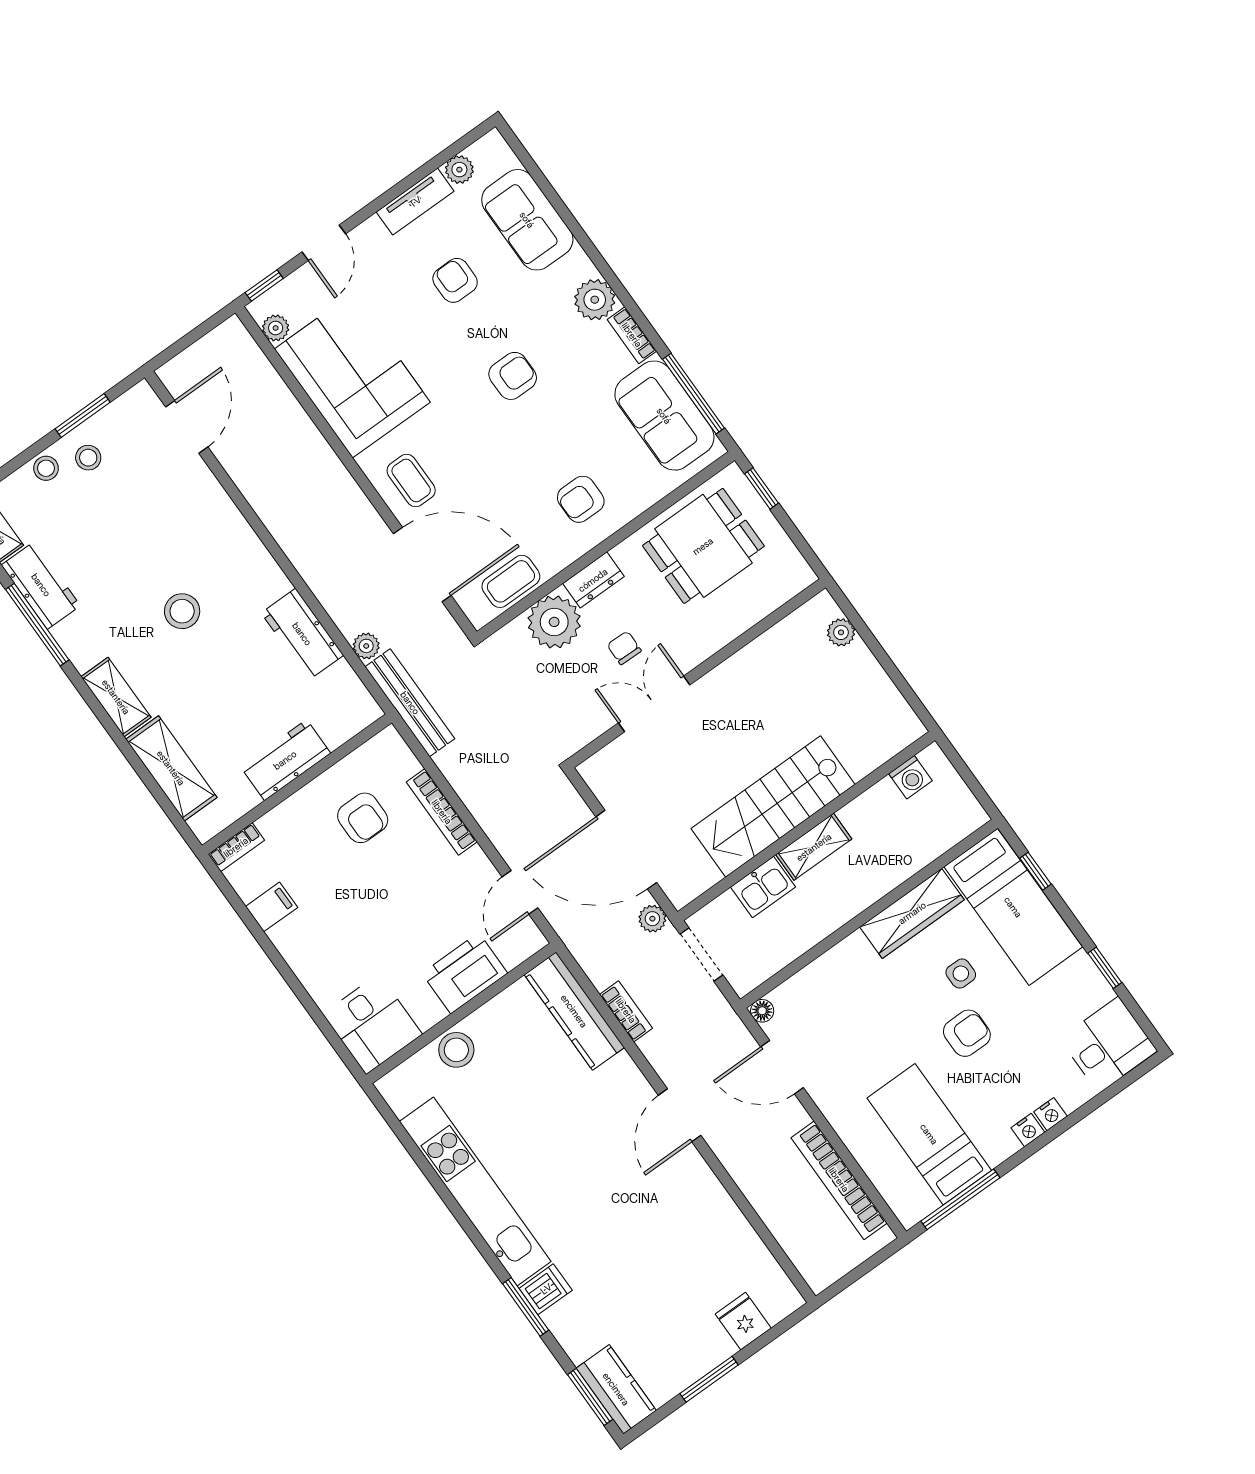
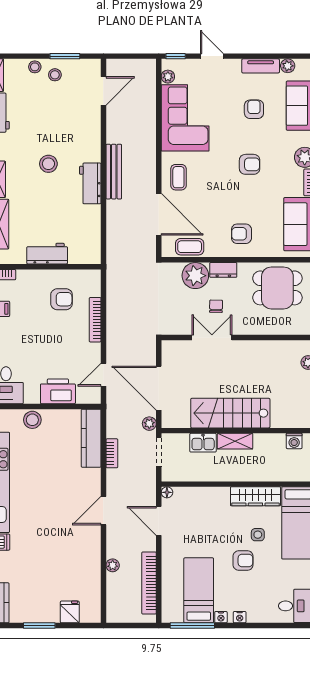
door: (324, 243) -> (212, 56), swing flipped
workbench: (302, 634) -> (90, 183), moved
plant: (366, 646) -> (113, 565), moved
bench: (410, 703) -> (114, 172), moved
armchair: (363, 818) -> (62, 299), turned -90
nightstand: (1050, 1114) -> (221, 617), moved

